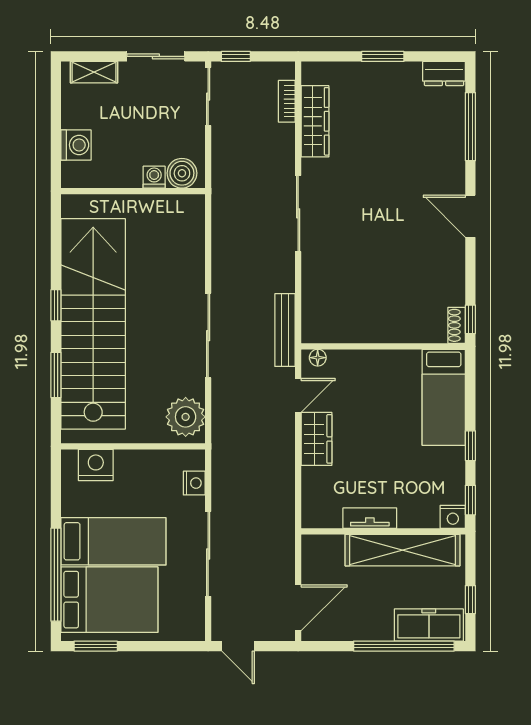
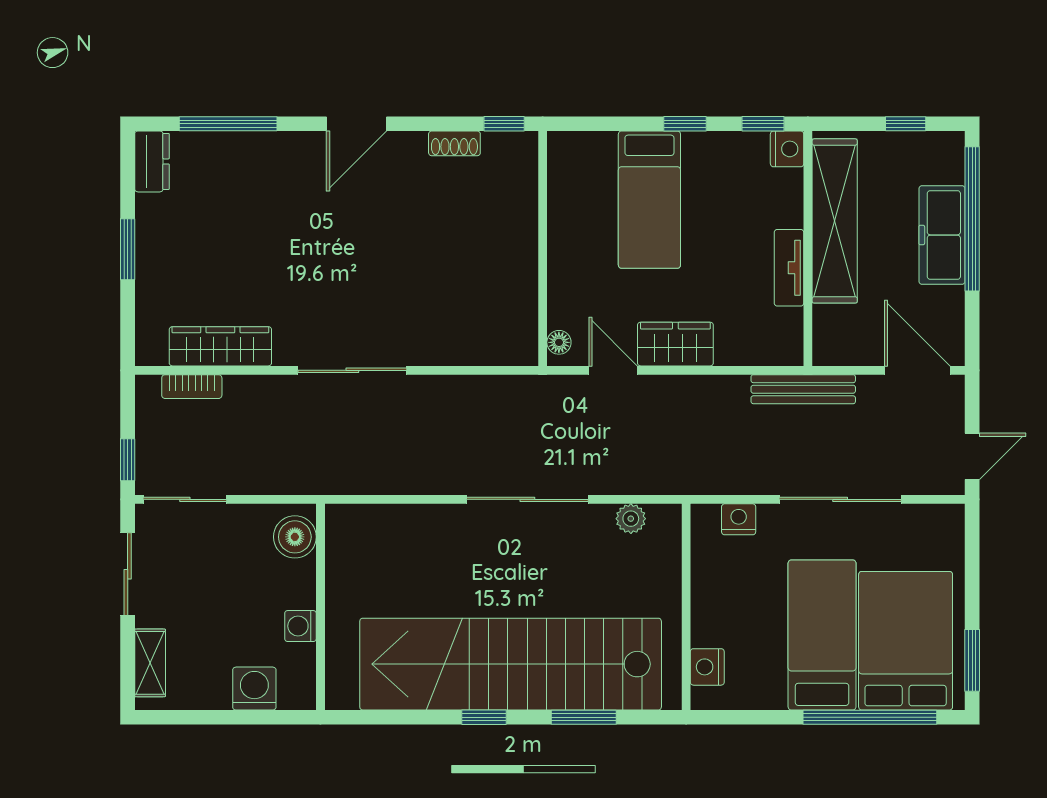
washing machine: (154, 177) -> (300, 626), moved
shoe rack: (457, 325) -> (454, 143), moved
bench: (285, 330) -> (803, 389), moved
bed: (444, 397) -> (649, 200), moved, turned 90
plant: (186, 417) -> (631, 519), width x0.53, depth x0.53
nightstand: (96, 465) -> (707, 667), width x0.74, depth x0.75
freezer: (429, 625) -> (942, 235), moved

